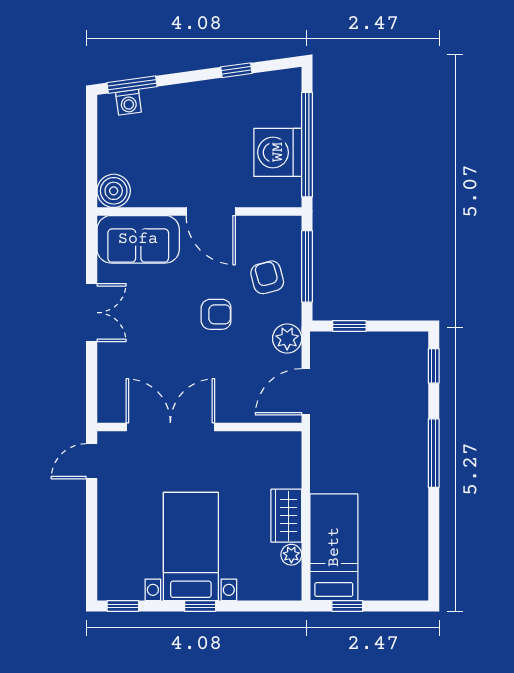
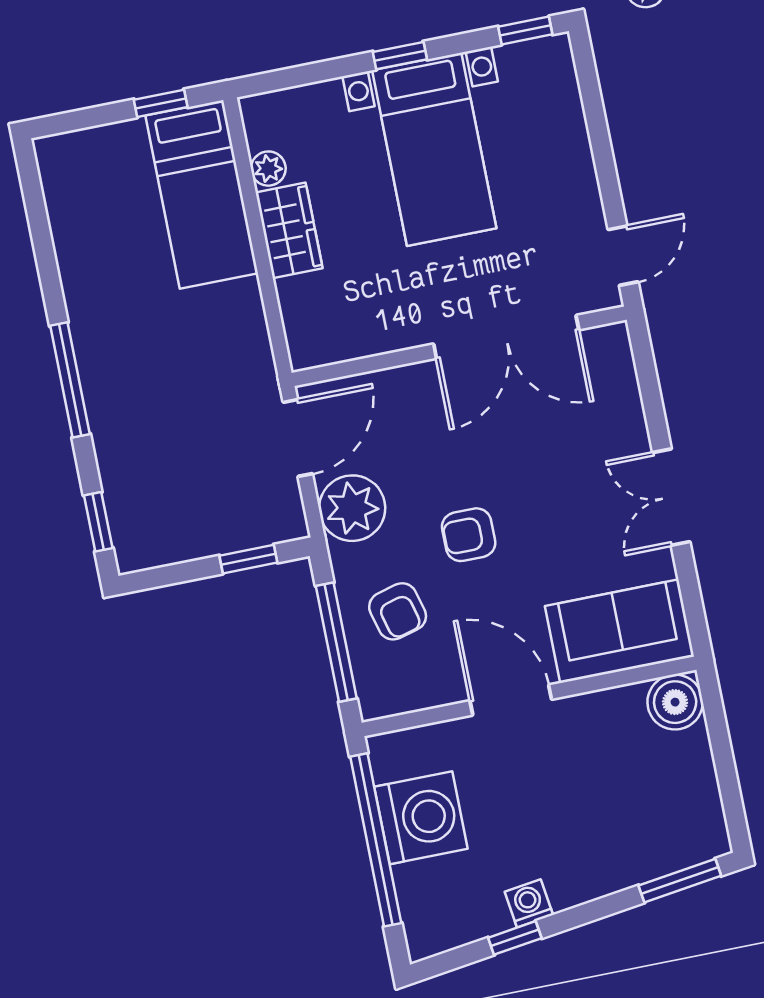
washing machine: (128, 102) -> (529, 903), moved
plant: (287, 339) -> (352, 508), width x1.36, depth x1.36

